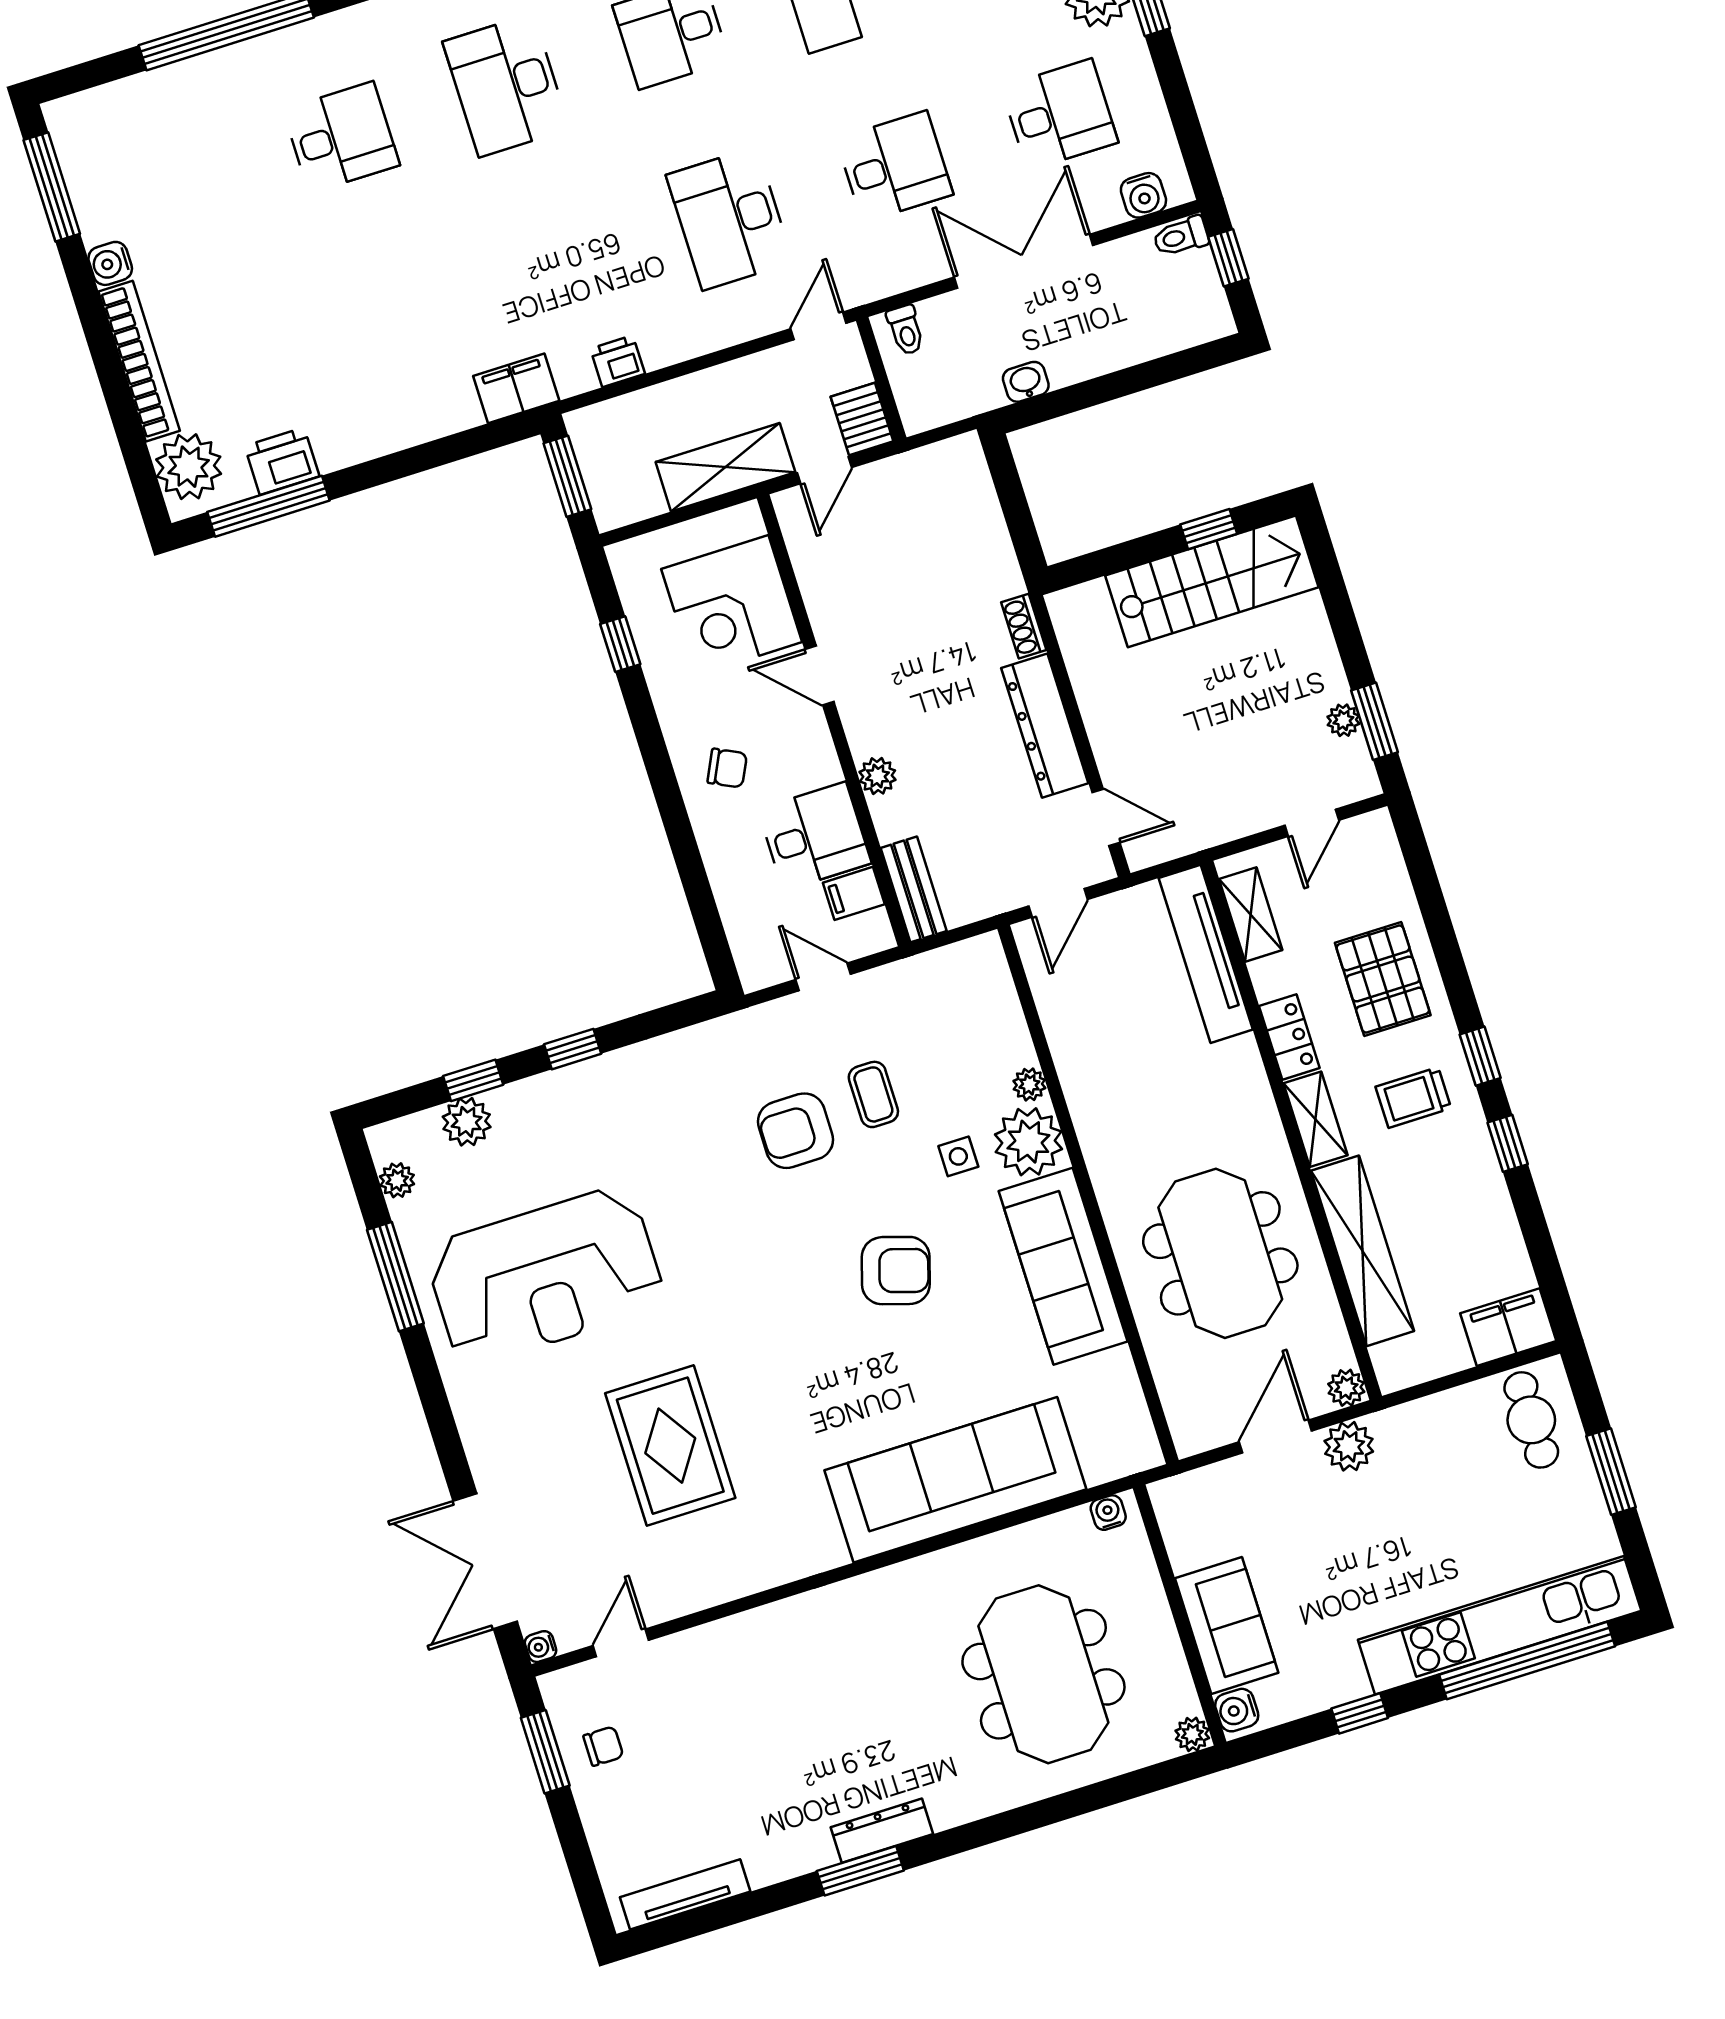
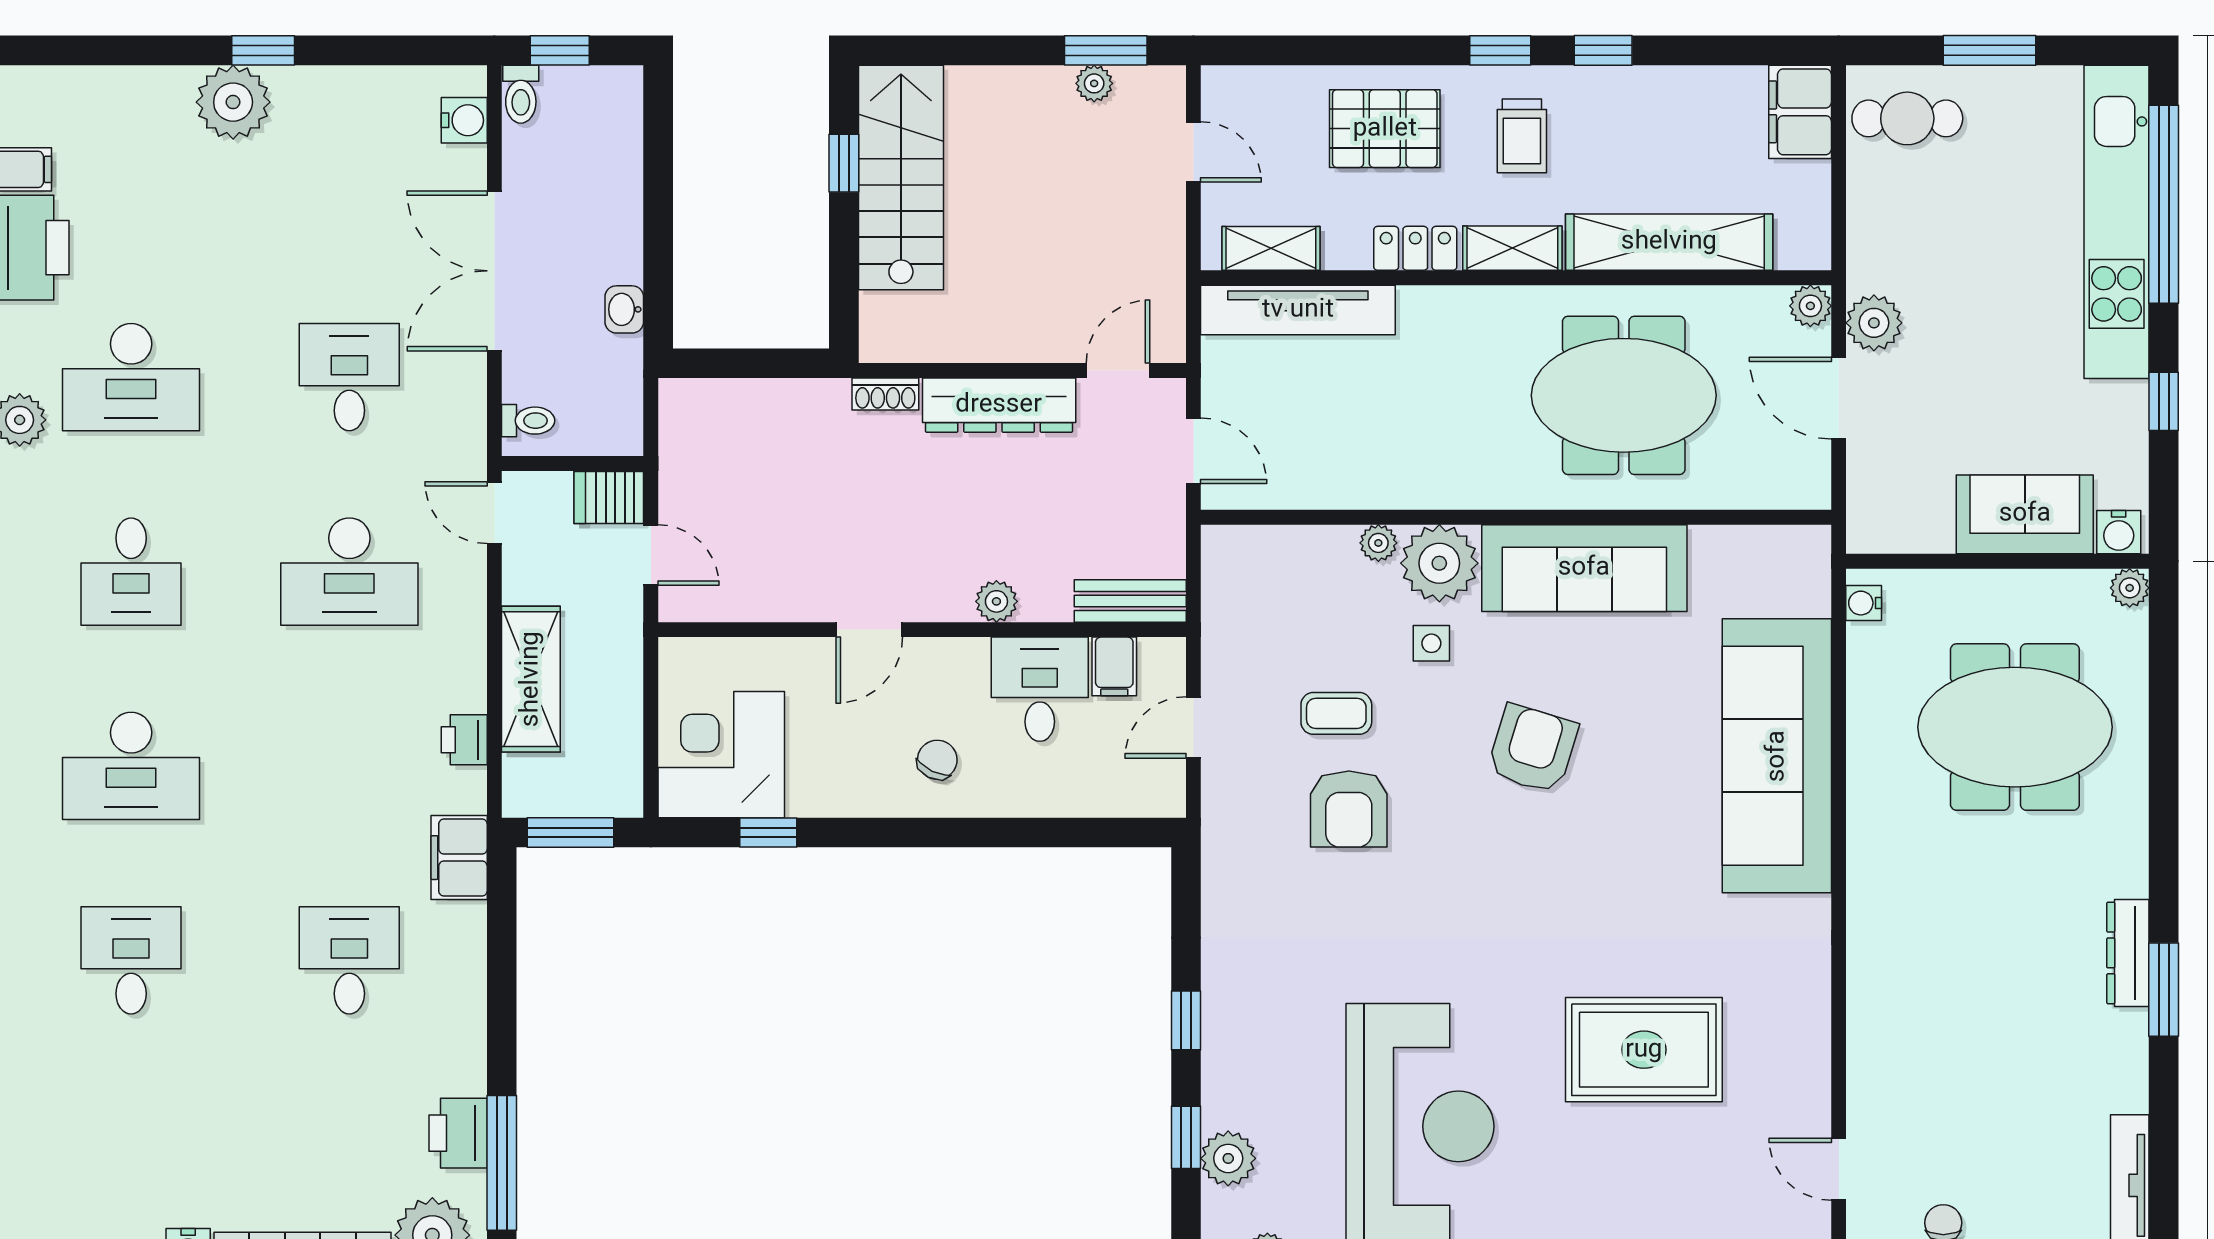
desk: (1060, 115) -> (349, 960), moved
shelving: (725, 467) -> (531, 679), moved
corner desk: (732, 606) -> (721, 755), moved, turned 180

